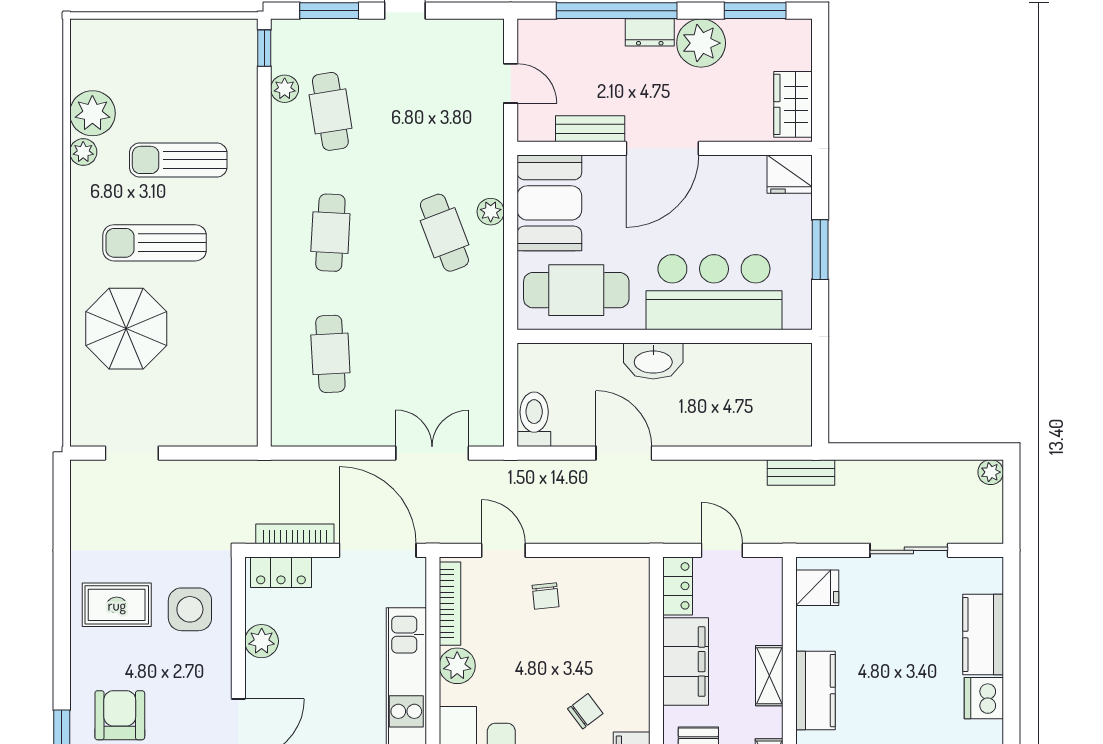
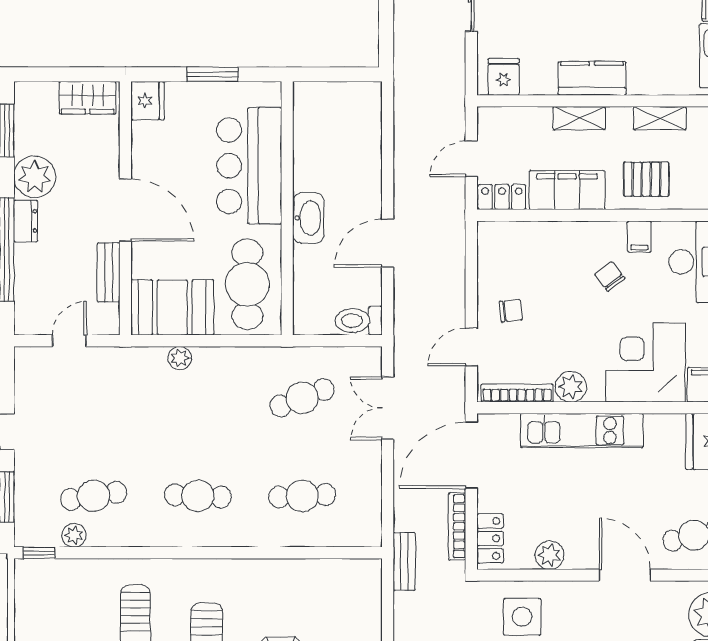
cafe table: (444, 233) -> (302, 398), moved
bench: (801, 472) -> (404, 561), moved

